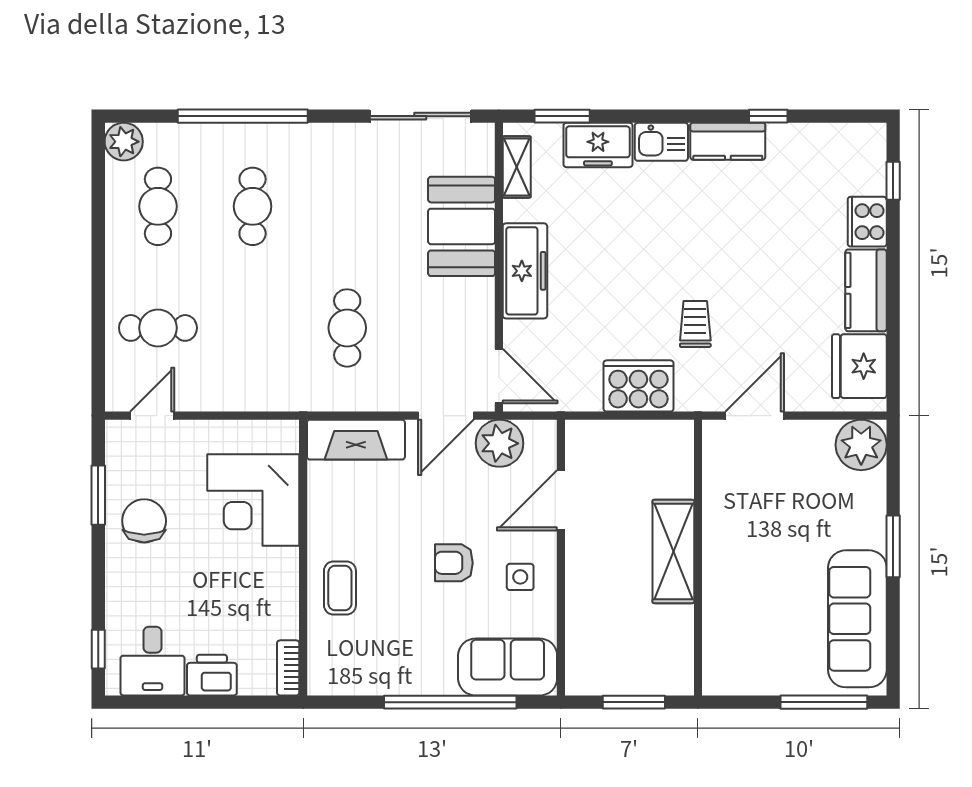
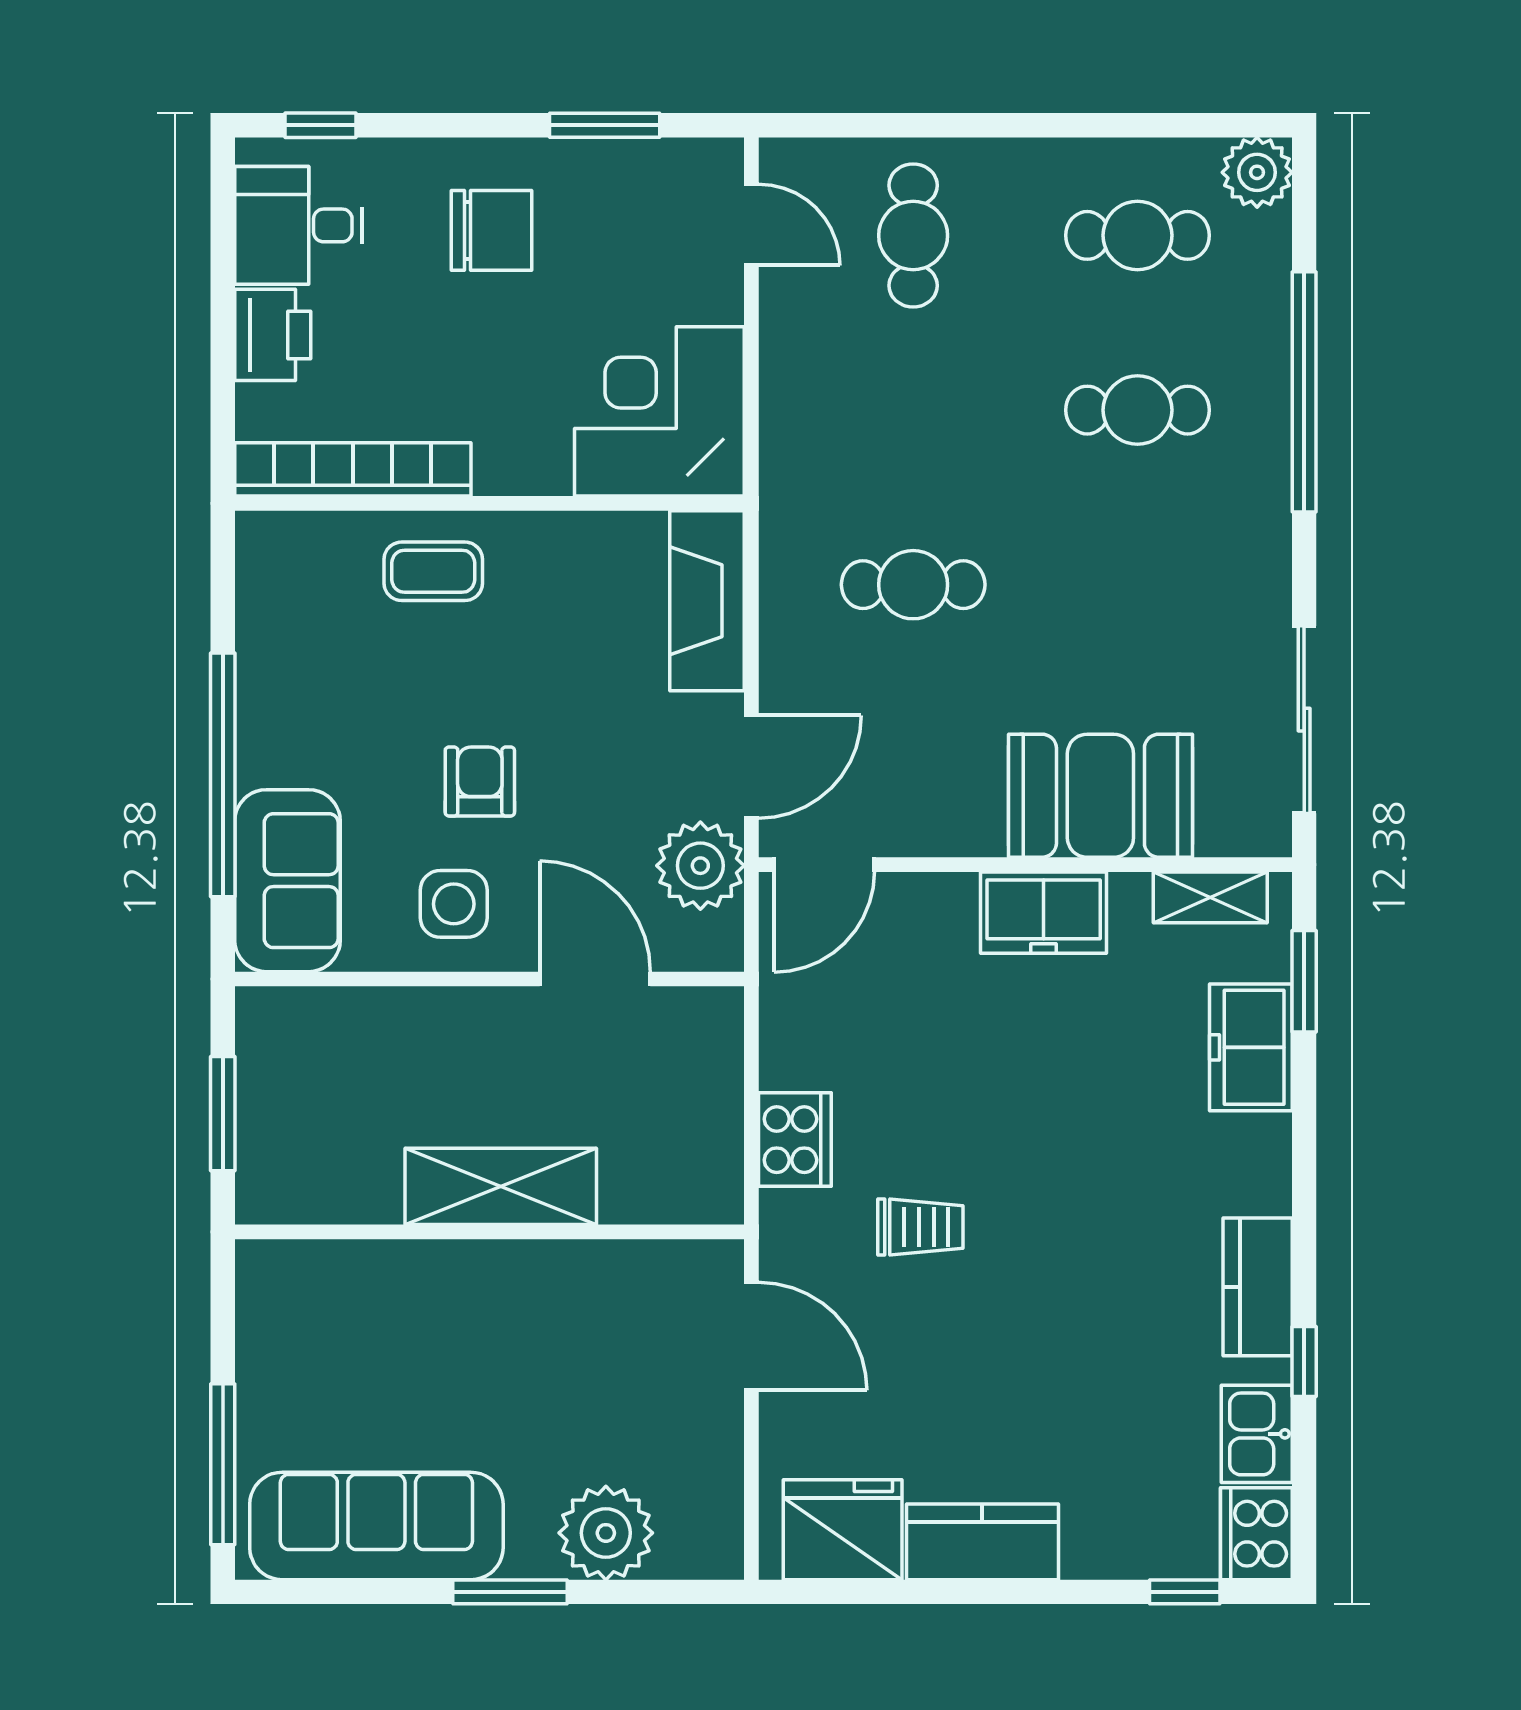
kitchen sink: (661, 142) -> (1257, 1434), moved
cooker: (867, 222) -> (1256, 1534), moved, turned -90
freezer: (525, 271) -> (1044, 913), width x0.71
cooker: (638, 386) -> (795, 1140), width x0.73, depth x0.76
door: (446, 416) -> (751, 767), swing flipped
plant: (861, 445) -> (606, 1533), moved
corner desk: (253, 500) -> (659, 411), moved
chair: (144, 521) -> (491, 230), moved
side table: (520, 577) -> (454, 904), width x1.37, depth x1.37
bookcase: (288, 668) -> (353, 469), width x2.31, depth x1.31

